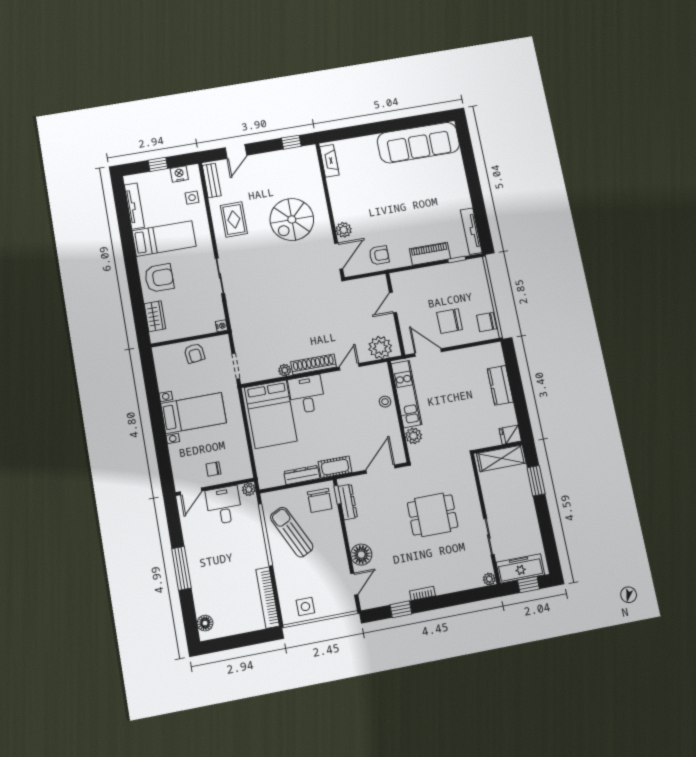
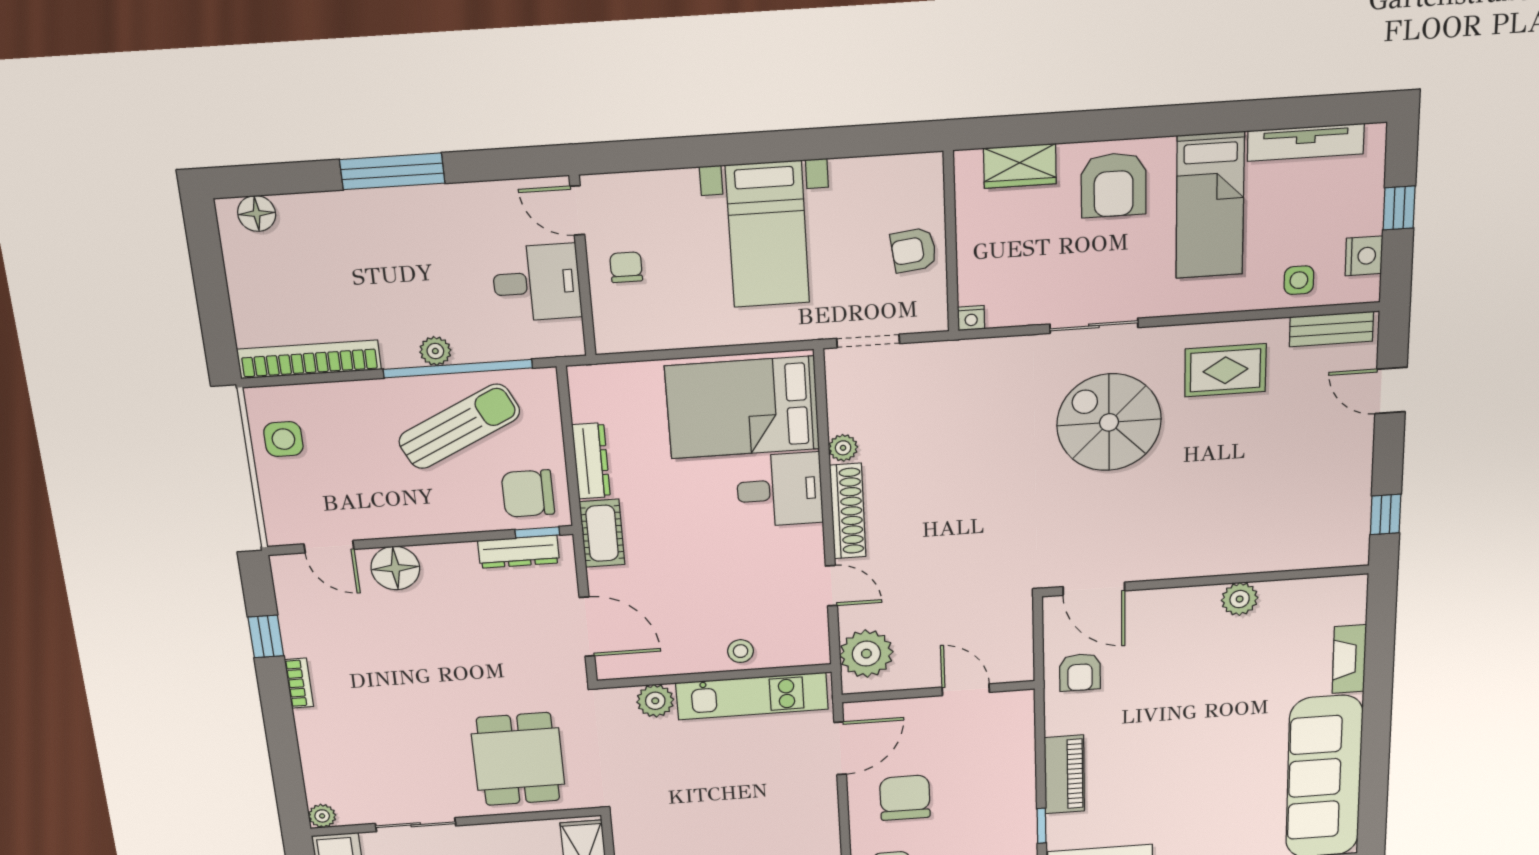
fireplace: (329, 161) -> (1349, 659), moved, turned 90
spiral stairs: (292, 219) -> (1109, 422), moved
plant: (344, 230) -> (1240, 599), moved
plant: (249, 489) -> (435, 351), moved
dining table: (433, 515) -> (518, 759), moved

